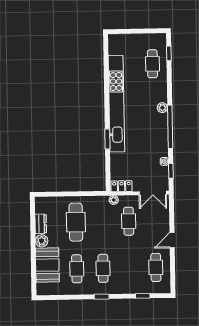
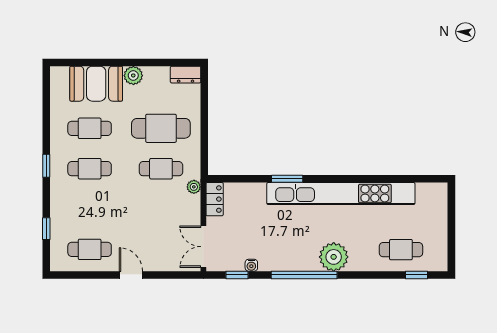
plant: (162, 108) -> (334, 257), width x1.88, depth x1.88
cafe table: (129, 221) -> (161, 169), moved
dresser: (41, 224) -> (186, 75), moved

